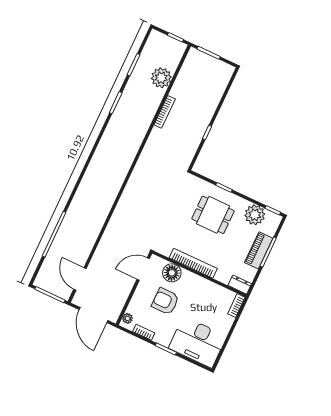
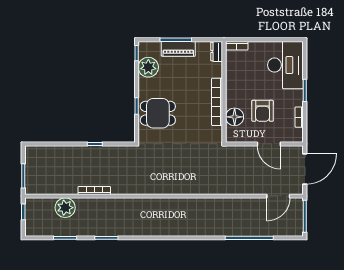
dining table: (213, 215) -> (158, 113), moved, turned 90
door: (143, 269) -> (269, 144), moved
plant: (128, 318) -> (294, 137), removed

